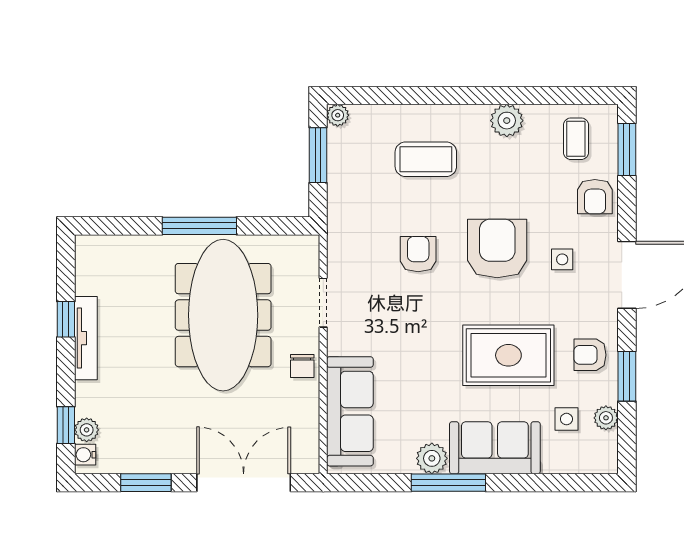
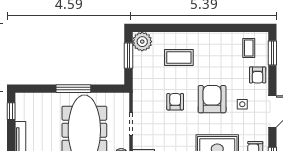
plant: (338, 115) -> (142, 42), width x1.87, depth x1.87
plant: (507, 121) -> (216, 40), removed
window: (66, 319) -> (11, 111), moved

